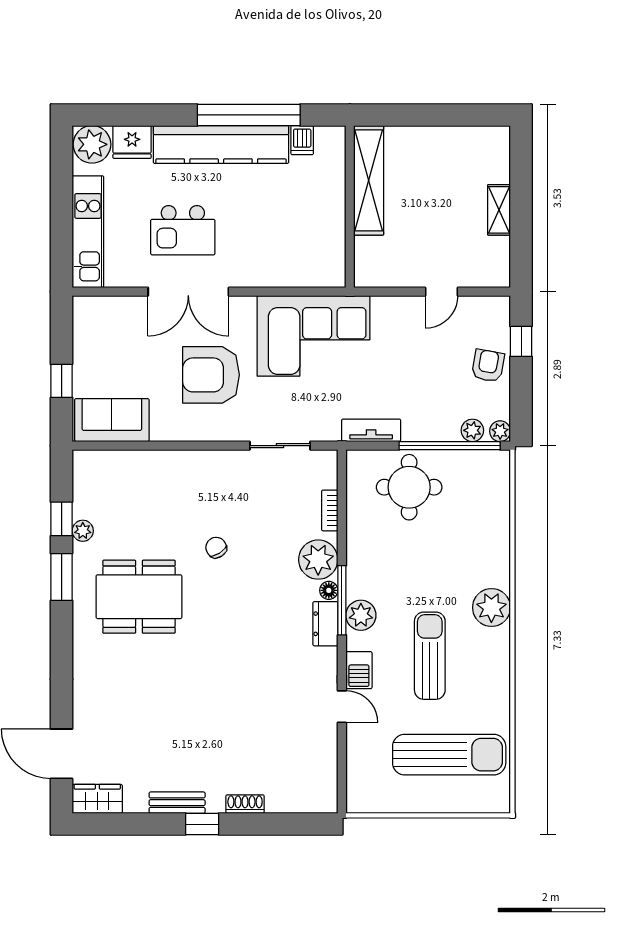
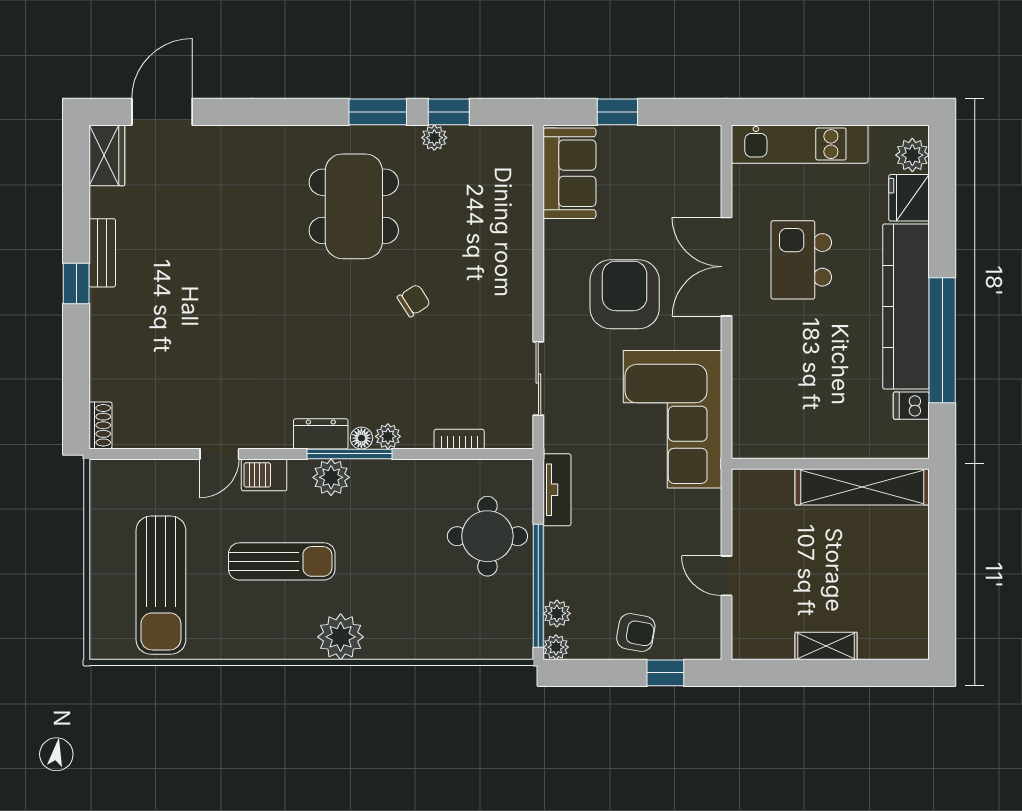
plant: (92, 144) -> (912, 155), width x0.73, depth x0.73
plant: (318, 560) -> (388, 436), width x0.53, depth x0.53
shoe rack: (245, 804) -> (101, 425), moved

